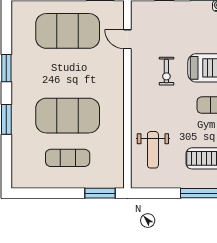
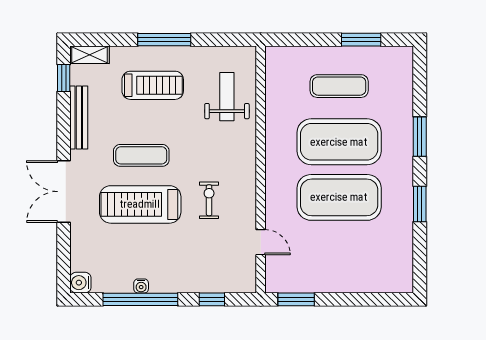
exercise mat: (68, 31) -> (339, 197), moved
window: (100, 193) -> (361, 40), moved

